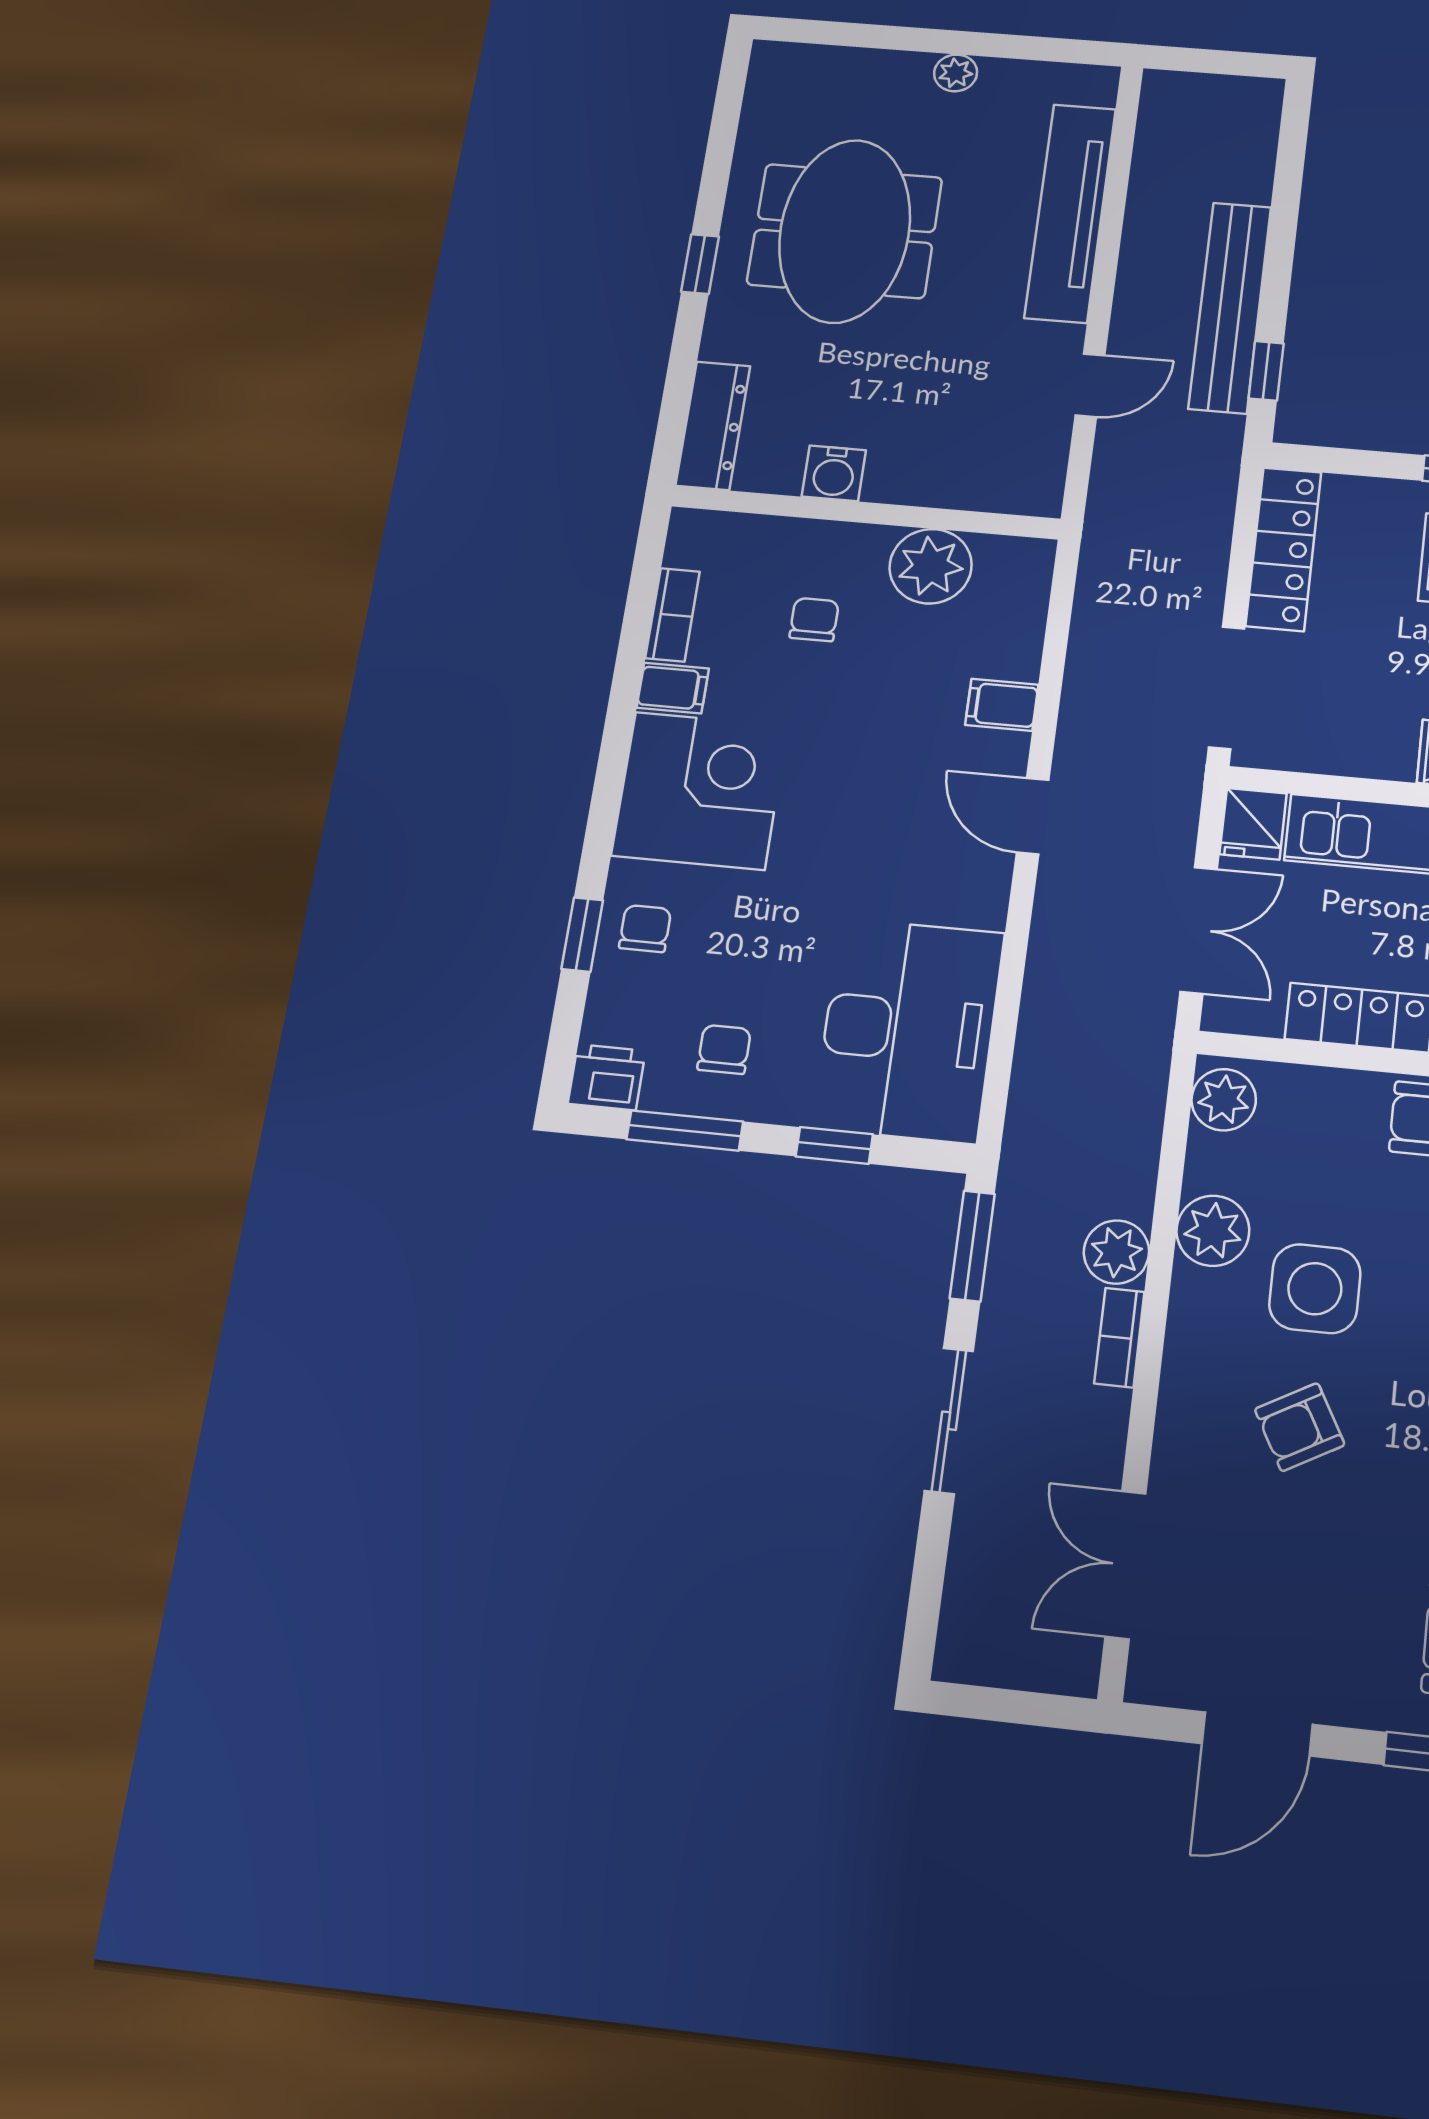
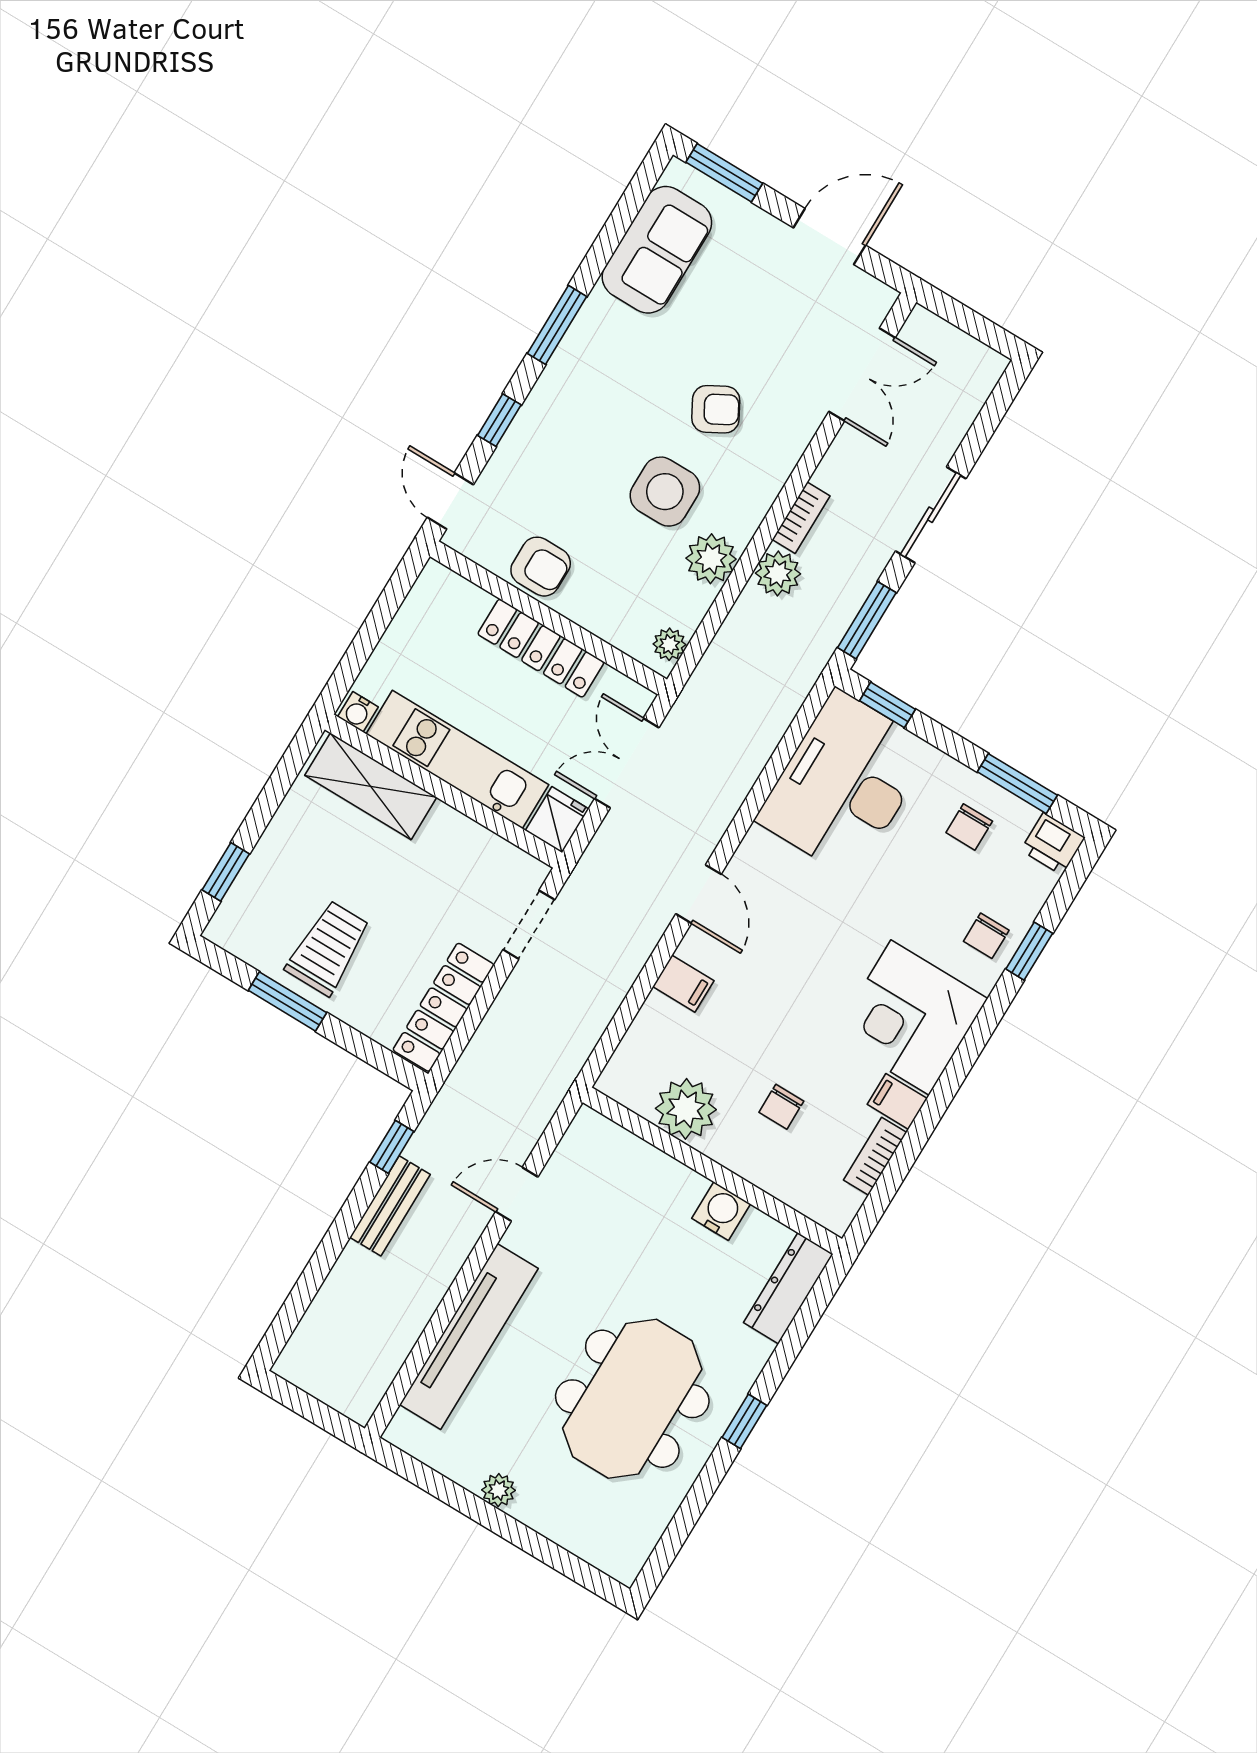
bench: (1230, 307) -> (390, 1206), width x0.54, depth x0.82
doorway: (1227, 687) -> (529, 925), width x0.73
plant: (1224, 1100) -> (669, 644), width x0.73, depth x0.73
window: (834, 1145) -> (887, 705), moved

